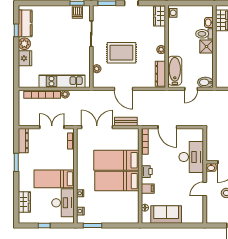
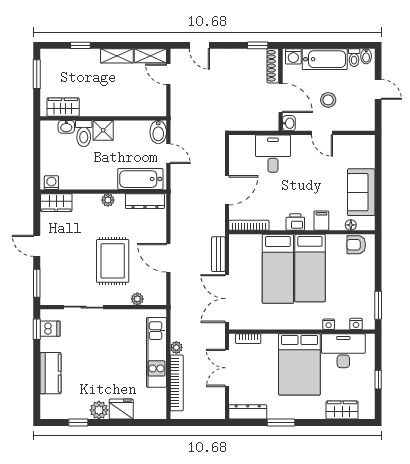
kitchen counter: (25, 23) -> (50, 373), moved, turned 90
door: (124, 89) -> (168, 258), swing flipped
desk: (191, 157) -> (273, 154), width x0.73
bed: (54, 179) -> (299, 364), width x1.50
armchair: (132, 211) -> (356, 245), added

